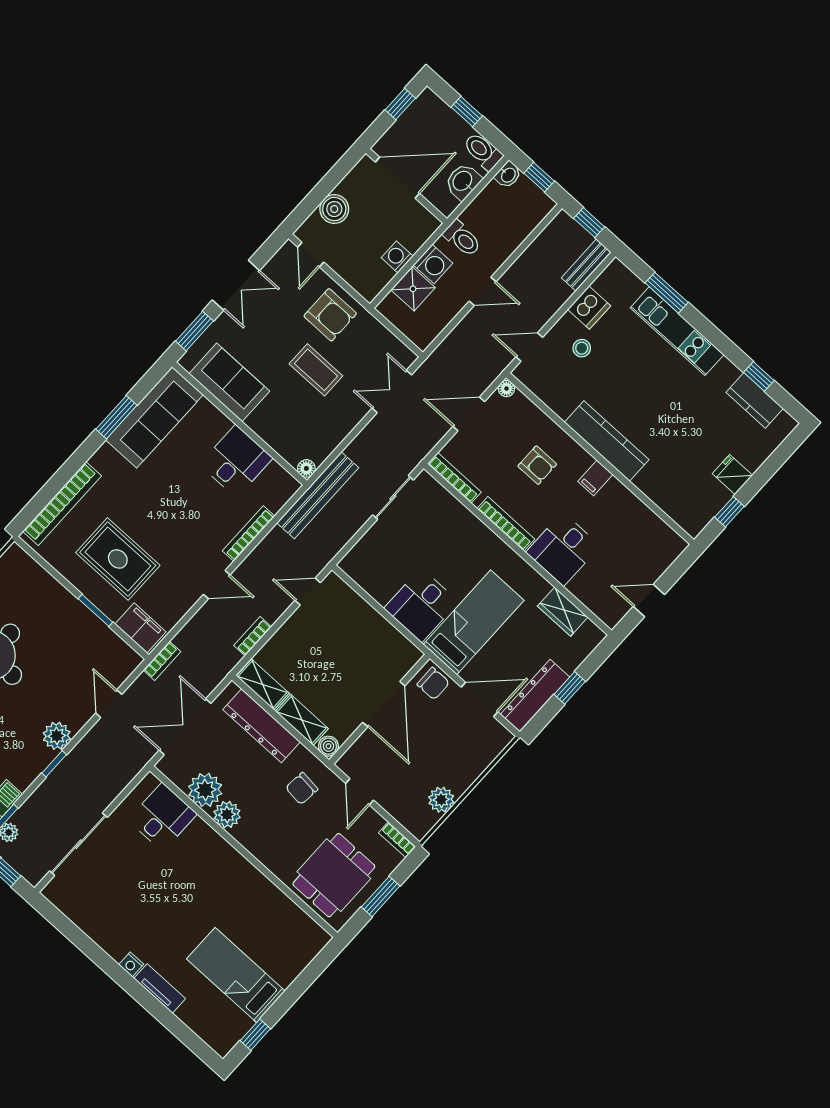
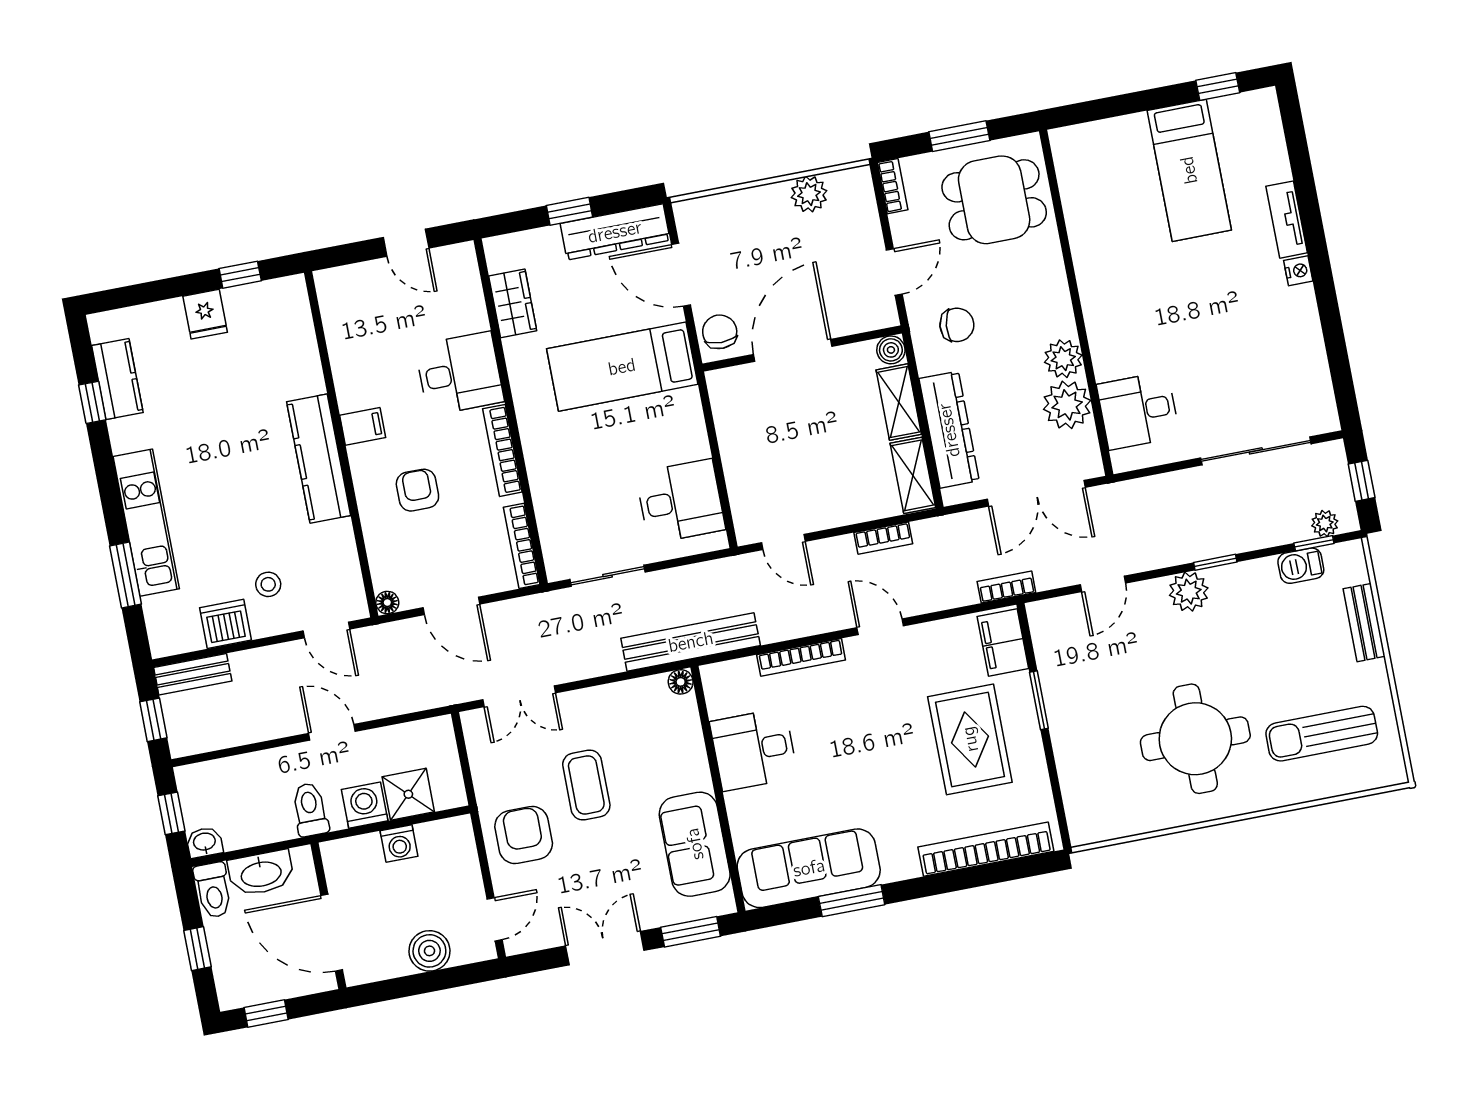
washbasin: (463, 181) -> (261, 873), width x1.38
desk: (421, 605) -> (680, 501), moved

